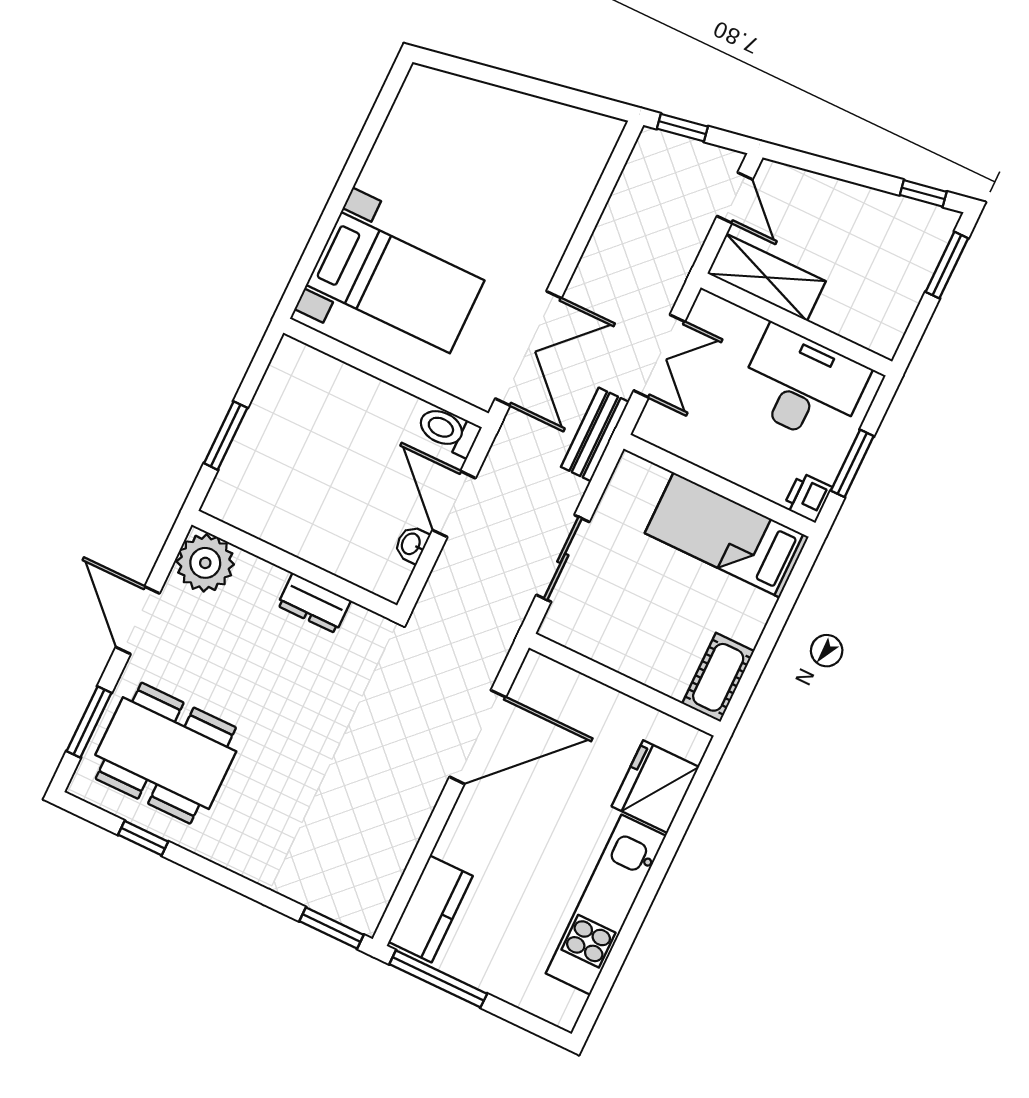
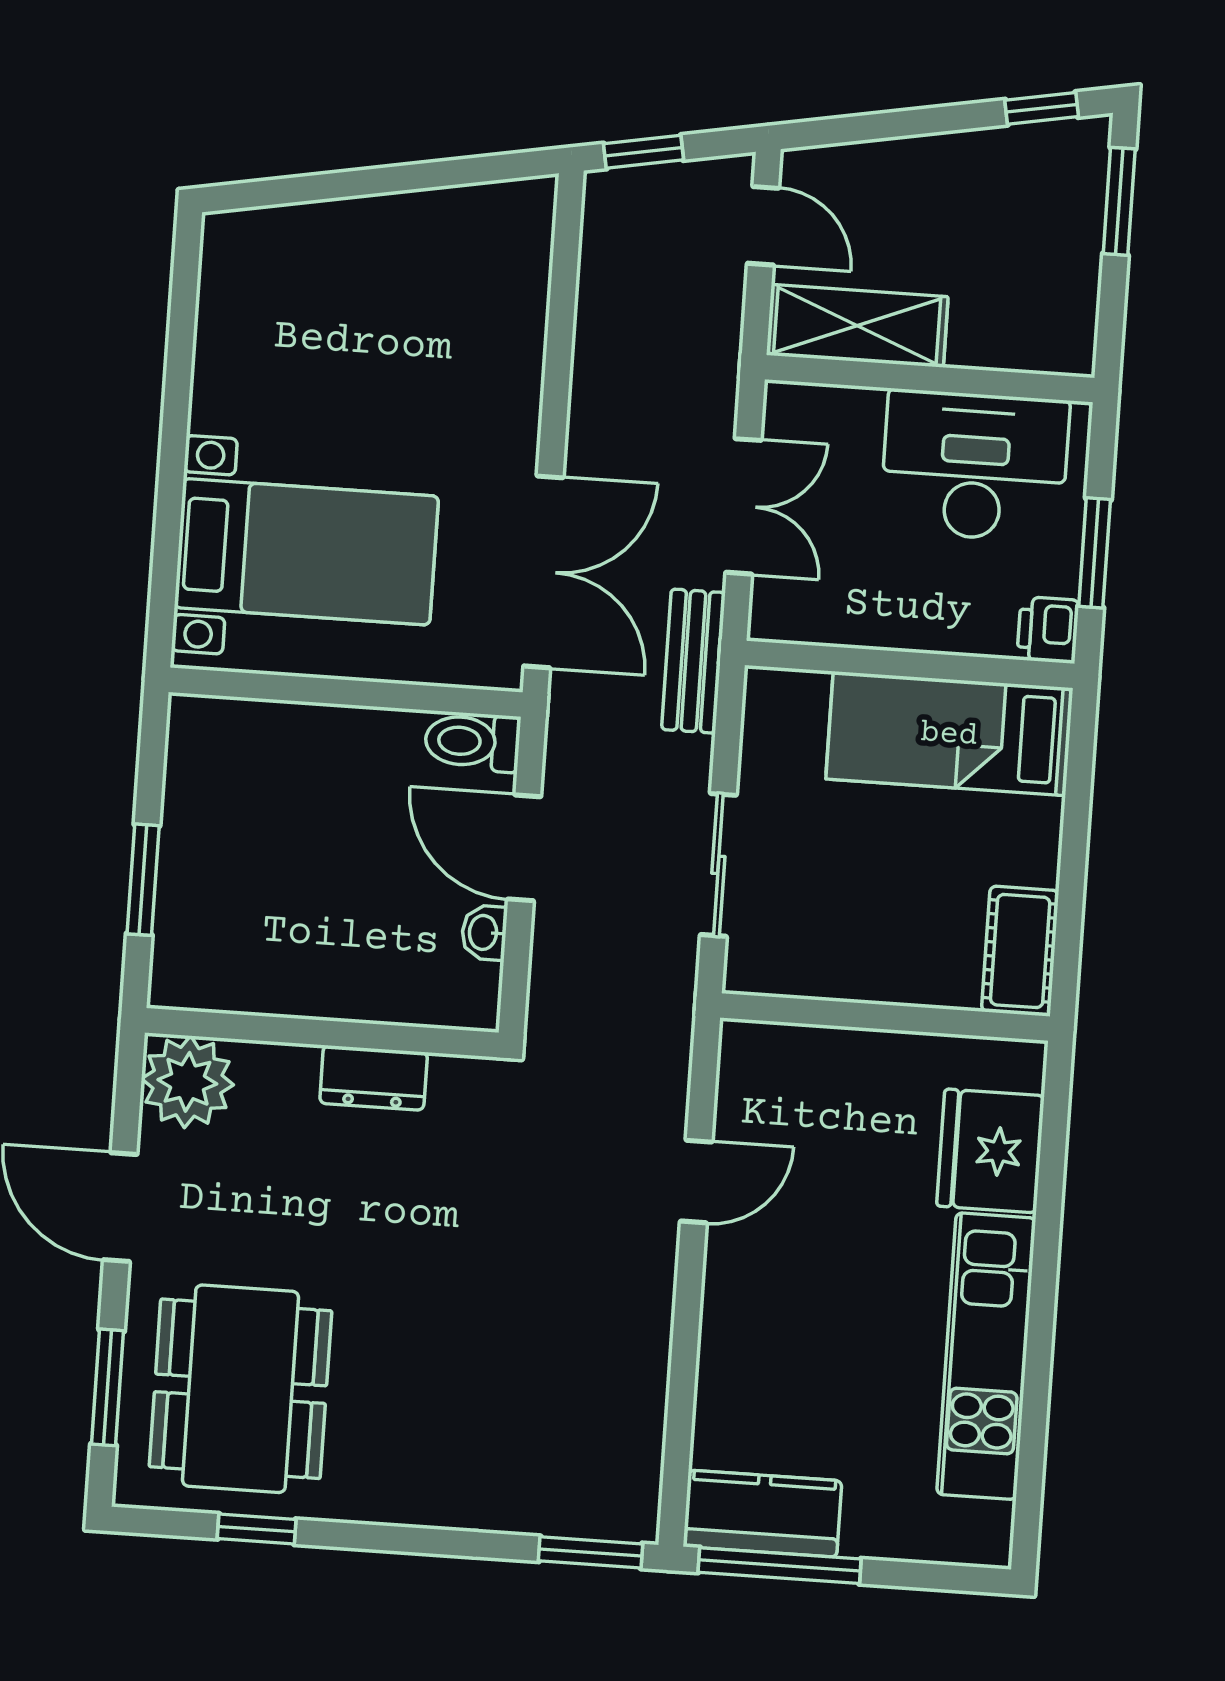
door: (478, 737) -> (696, 1182), width x0.53
dining table: (166, 753) -> (240, 1389), turned 90
kitchen counter: (431, 909) -> (762, 1514), moved, turned -90

